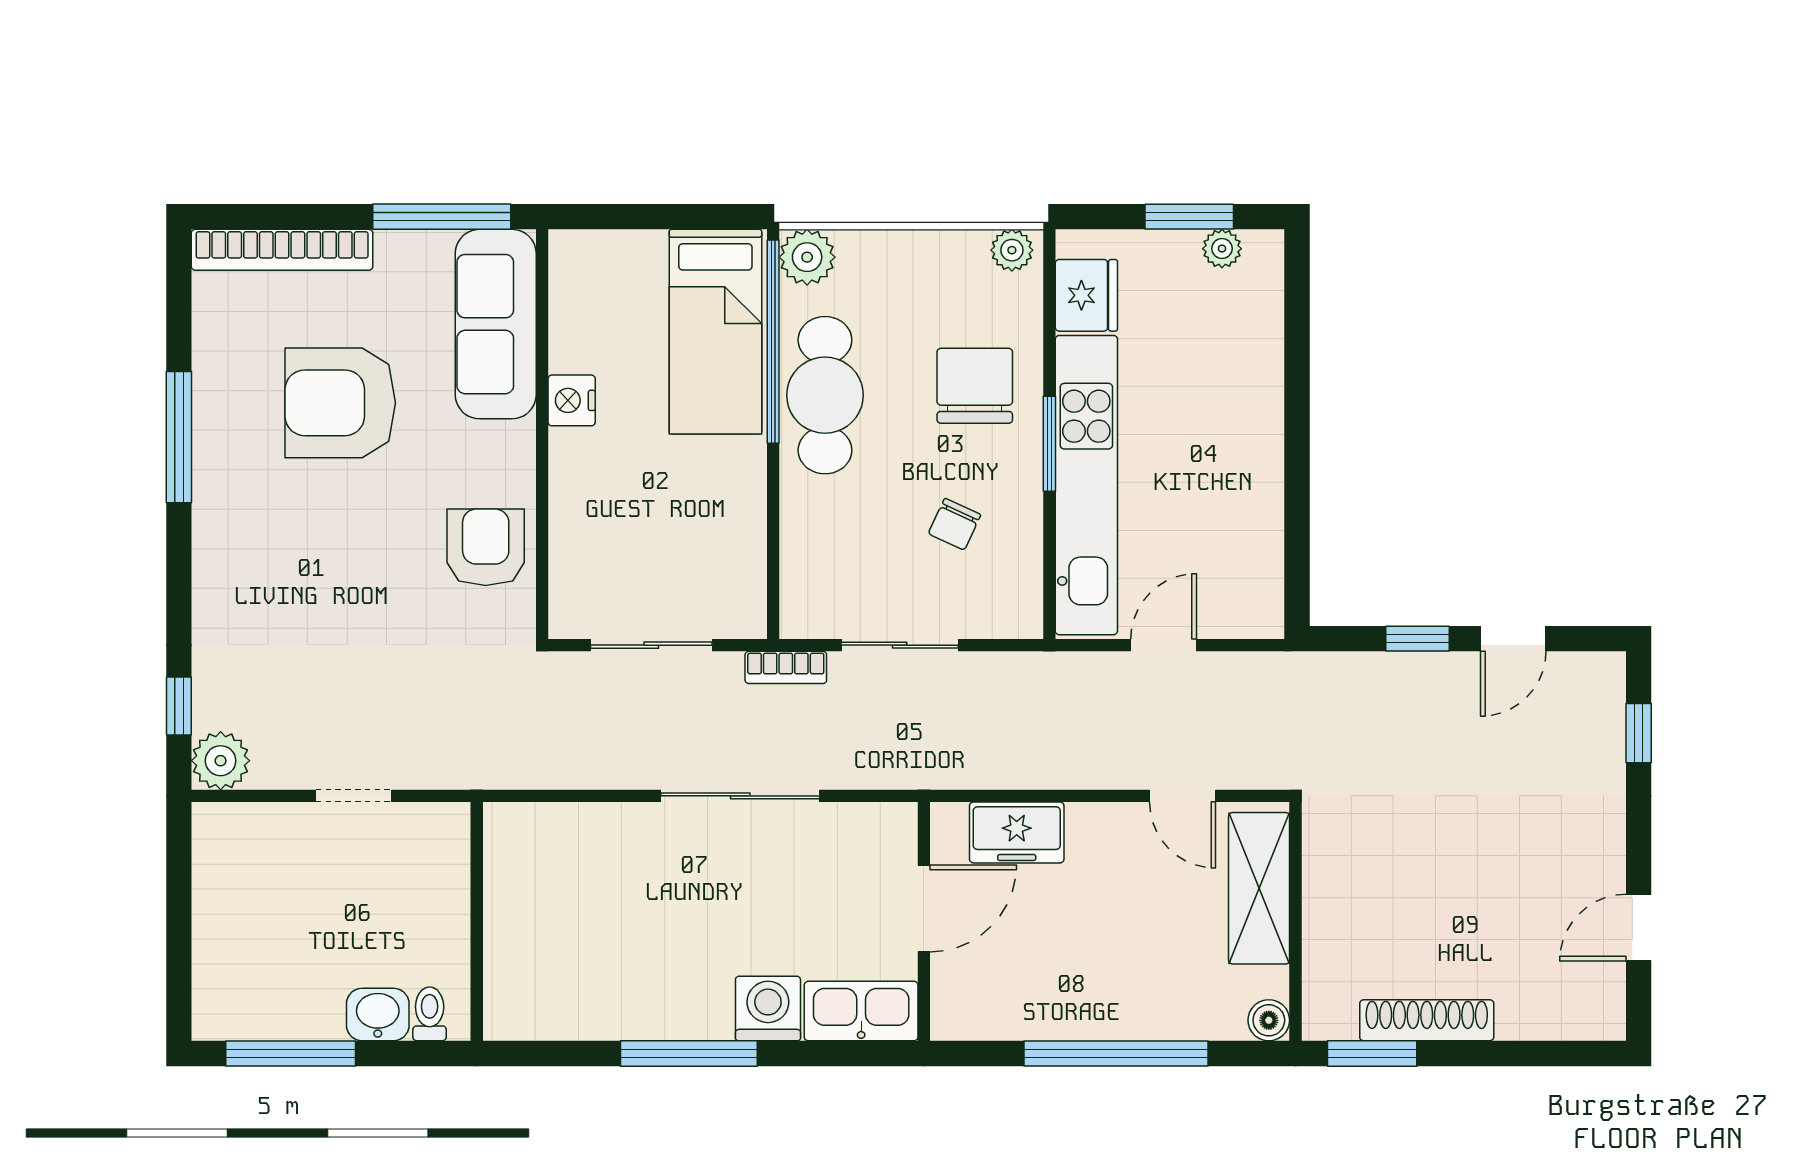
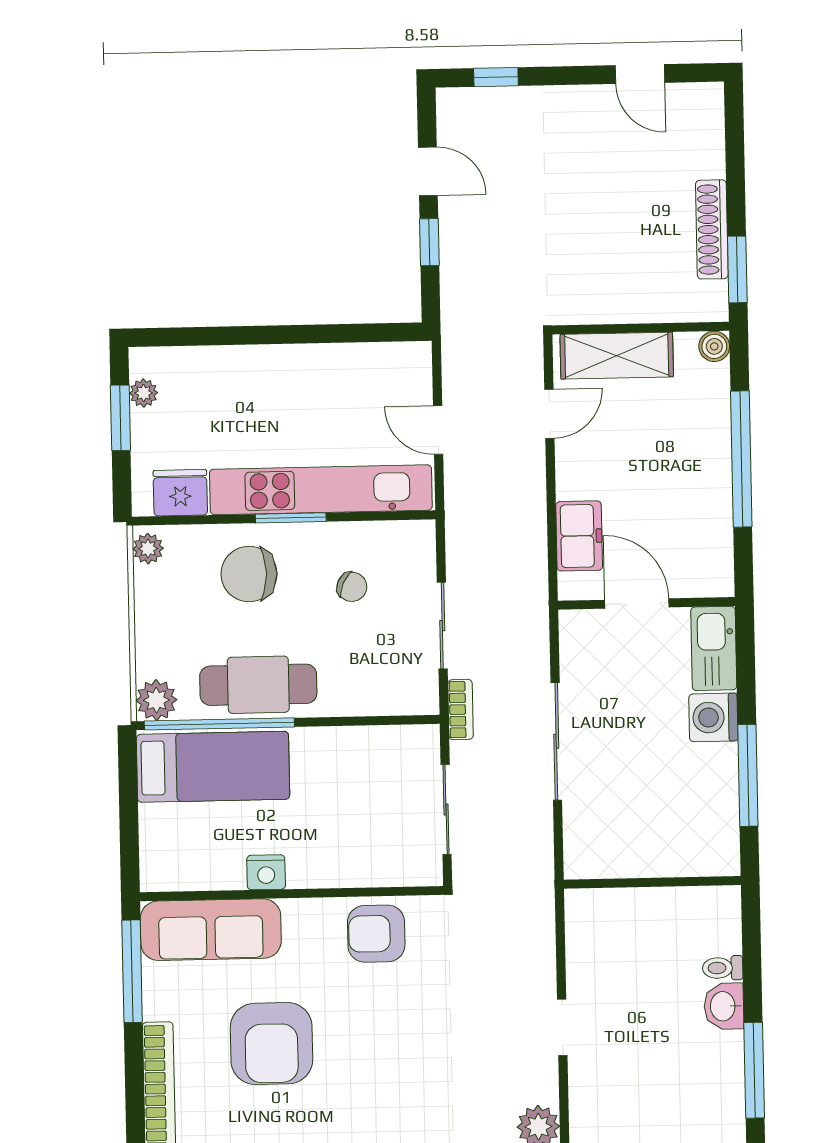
wall: (477, 921) -> (652, 882), moved

